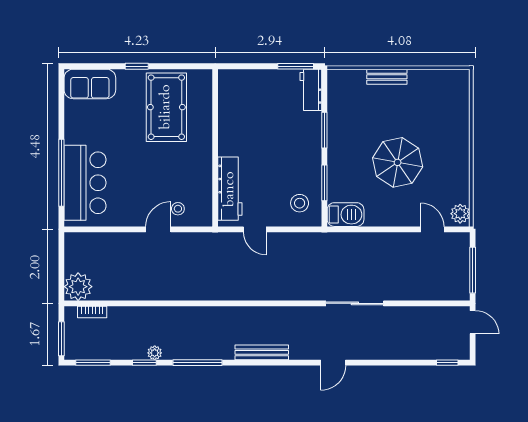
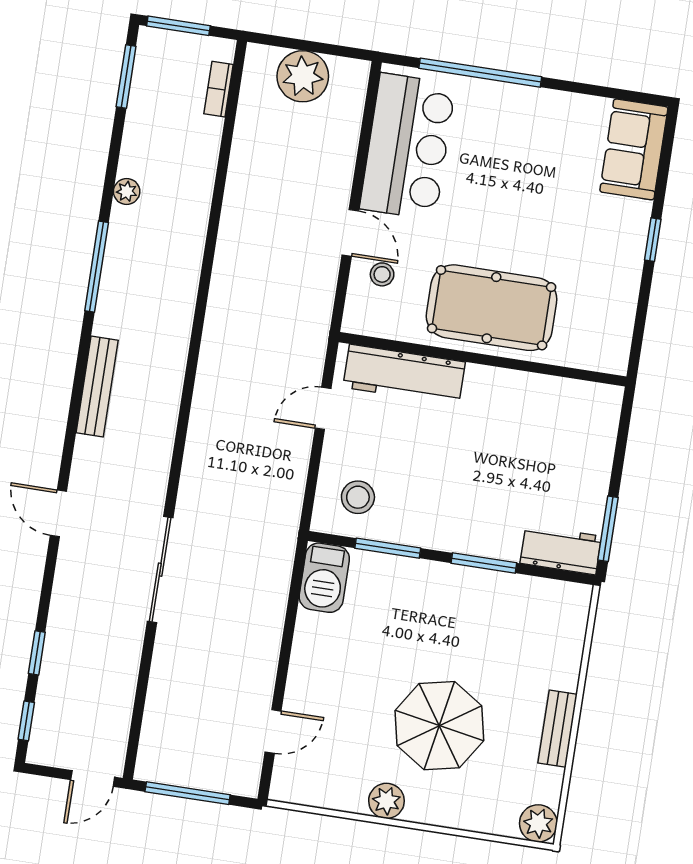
bench: (387, 77) -> (558, 729), moved
plant: (460, 79) -> (538, 823), added
pool table: (166, 107) -> (492, 308), moved
parasol: (398, 162) -> (439, 726), moved
bar counter: (85, 183) -> (408, 146), moved, turned -90
plant: (460, 214) -> (386, 801), moved
plant: (78, 287) -> (303, 76), moved
window: (144, 363) -> (37, 653), moved

